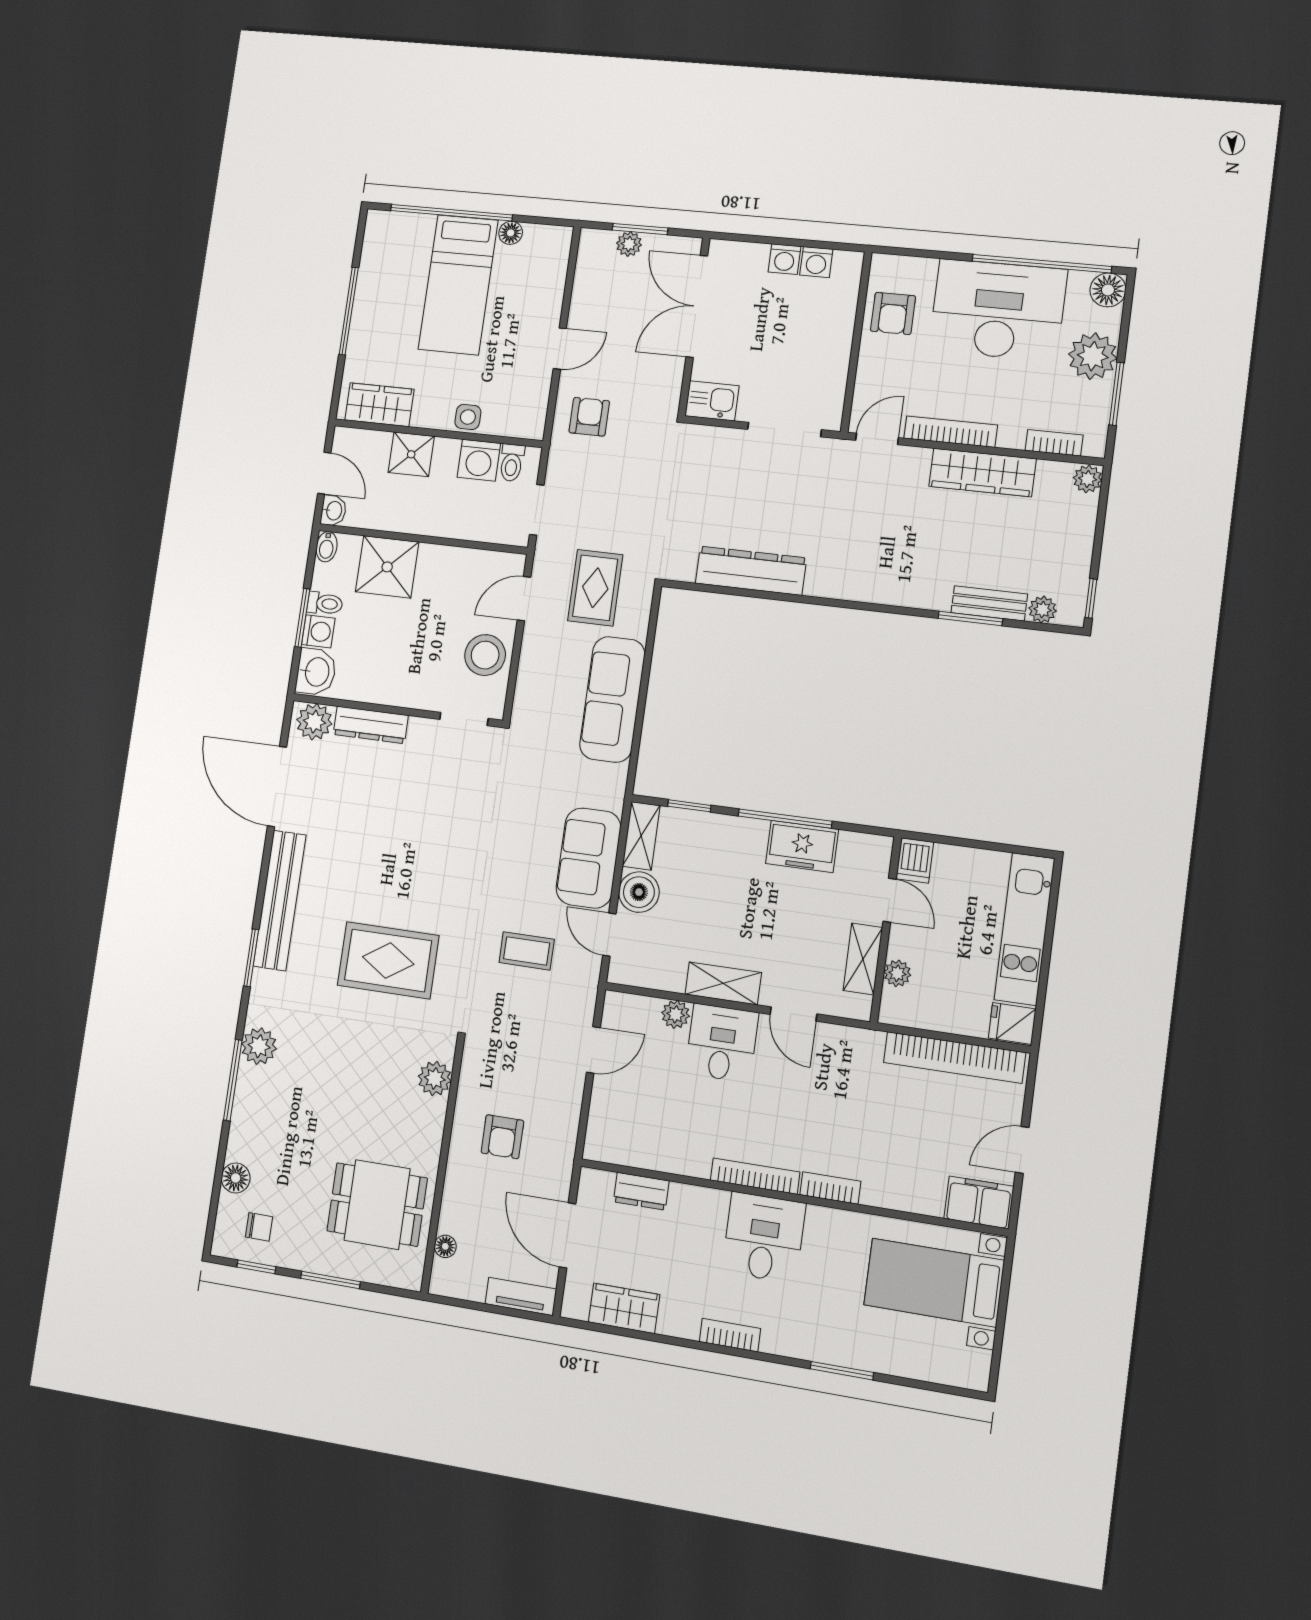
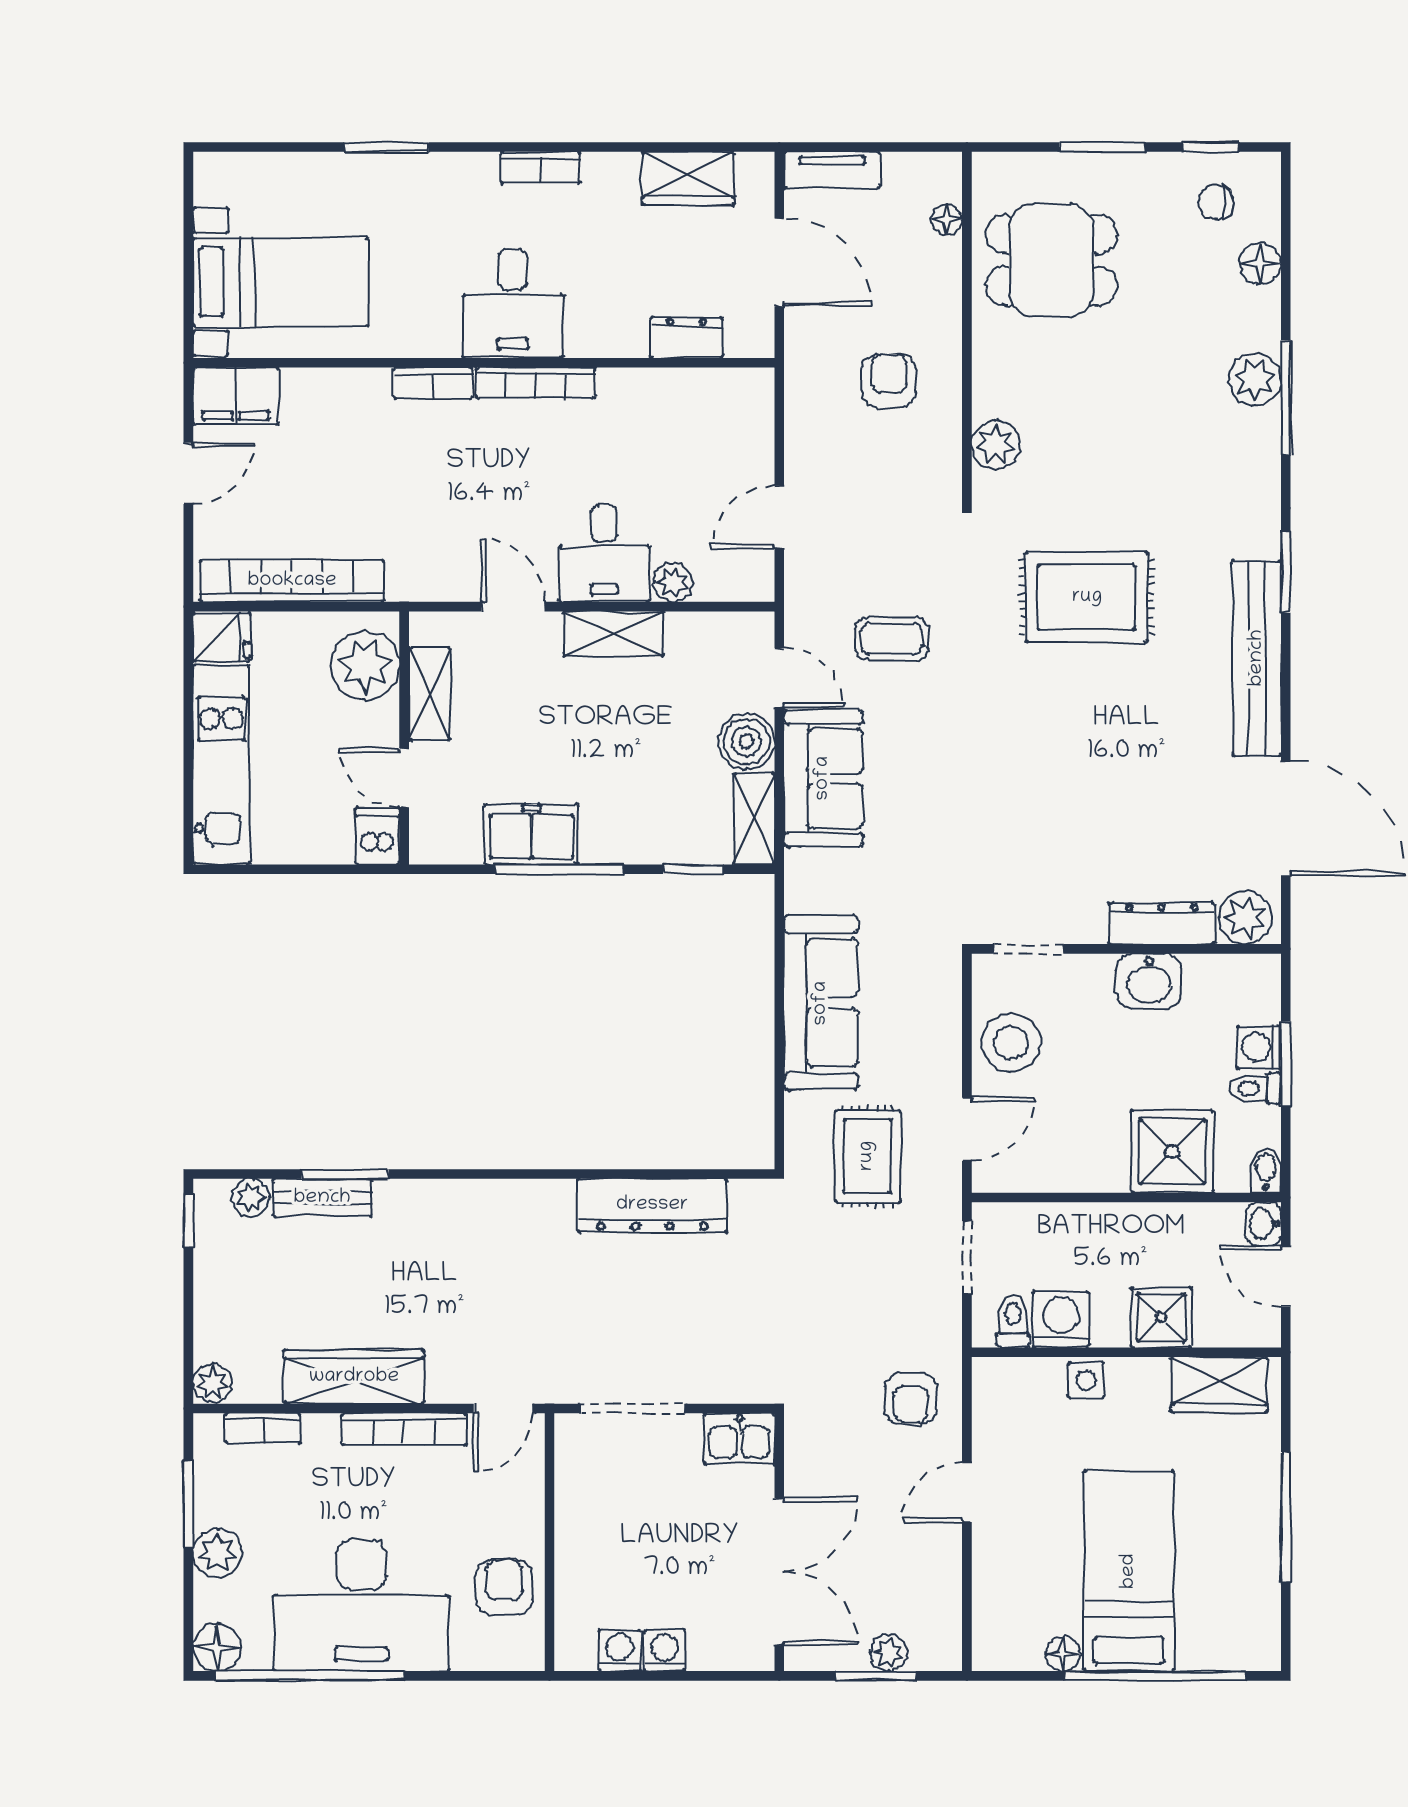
plant: (1093, 356) -> (217, 1553), width x0.73, depth x0.73
washbasin: (316, 672) -> (1149, 981), moved, turned -90
plant: (897, 973) -> (365, 665), width x1.88, depth x1.88
plant: (259, 1046) -> (1255, 379), moved

